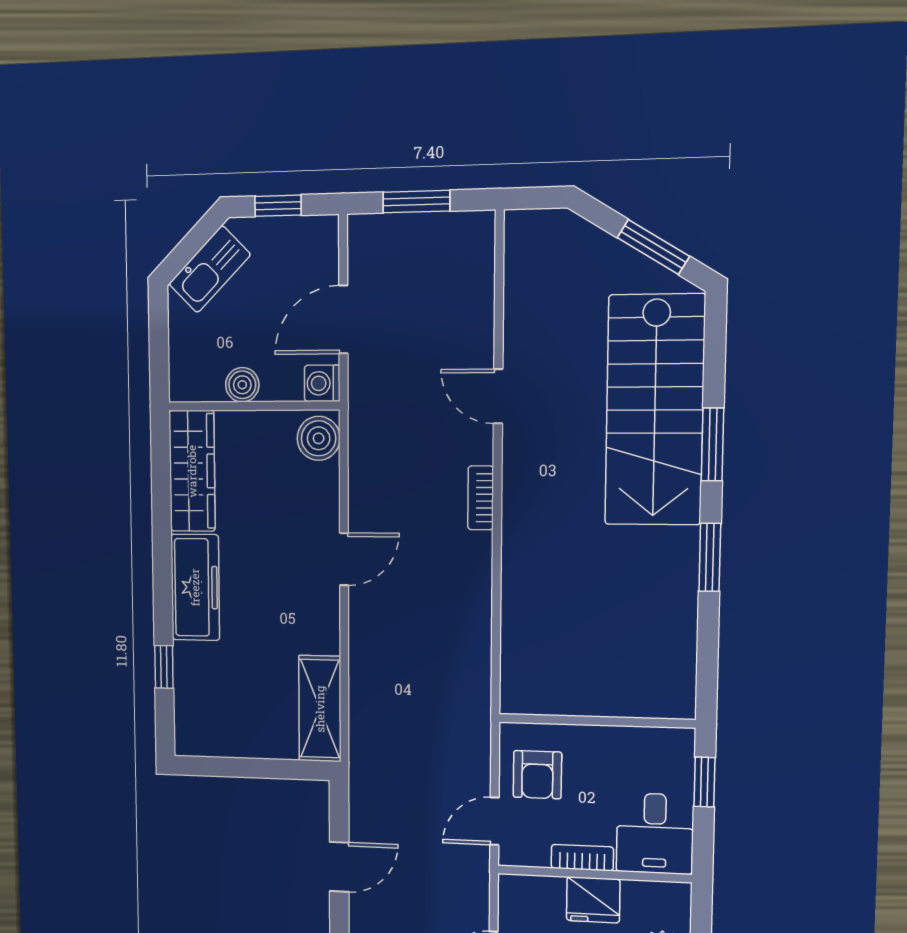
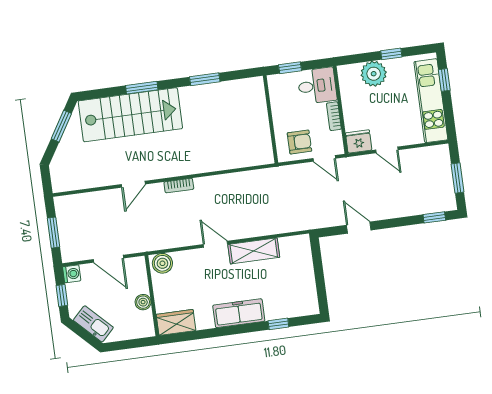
washing machine: (322, 383) -> (72, 274), moved, turned -90
wardrobe: (192, 471) -> (176, 322), width x0.67
window: (710, 557) -> (205, 79), moved
shelving: (320, 709) -> (254, 251), moved
fridge: (593, 900) -> (359, 141), moved, turned -90

